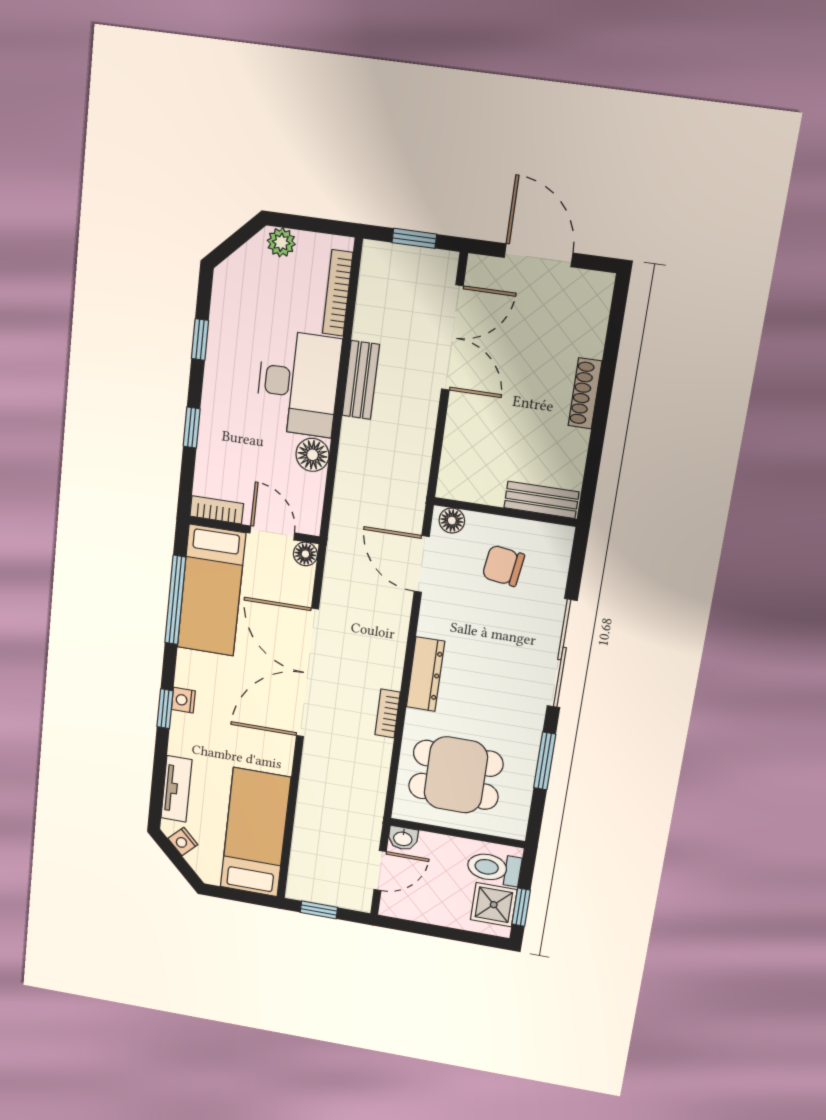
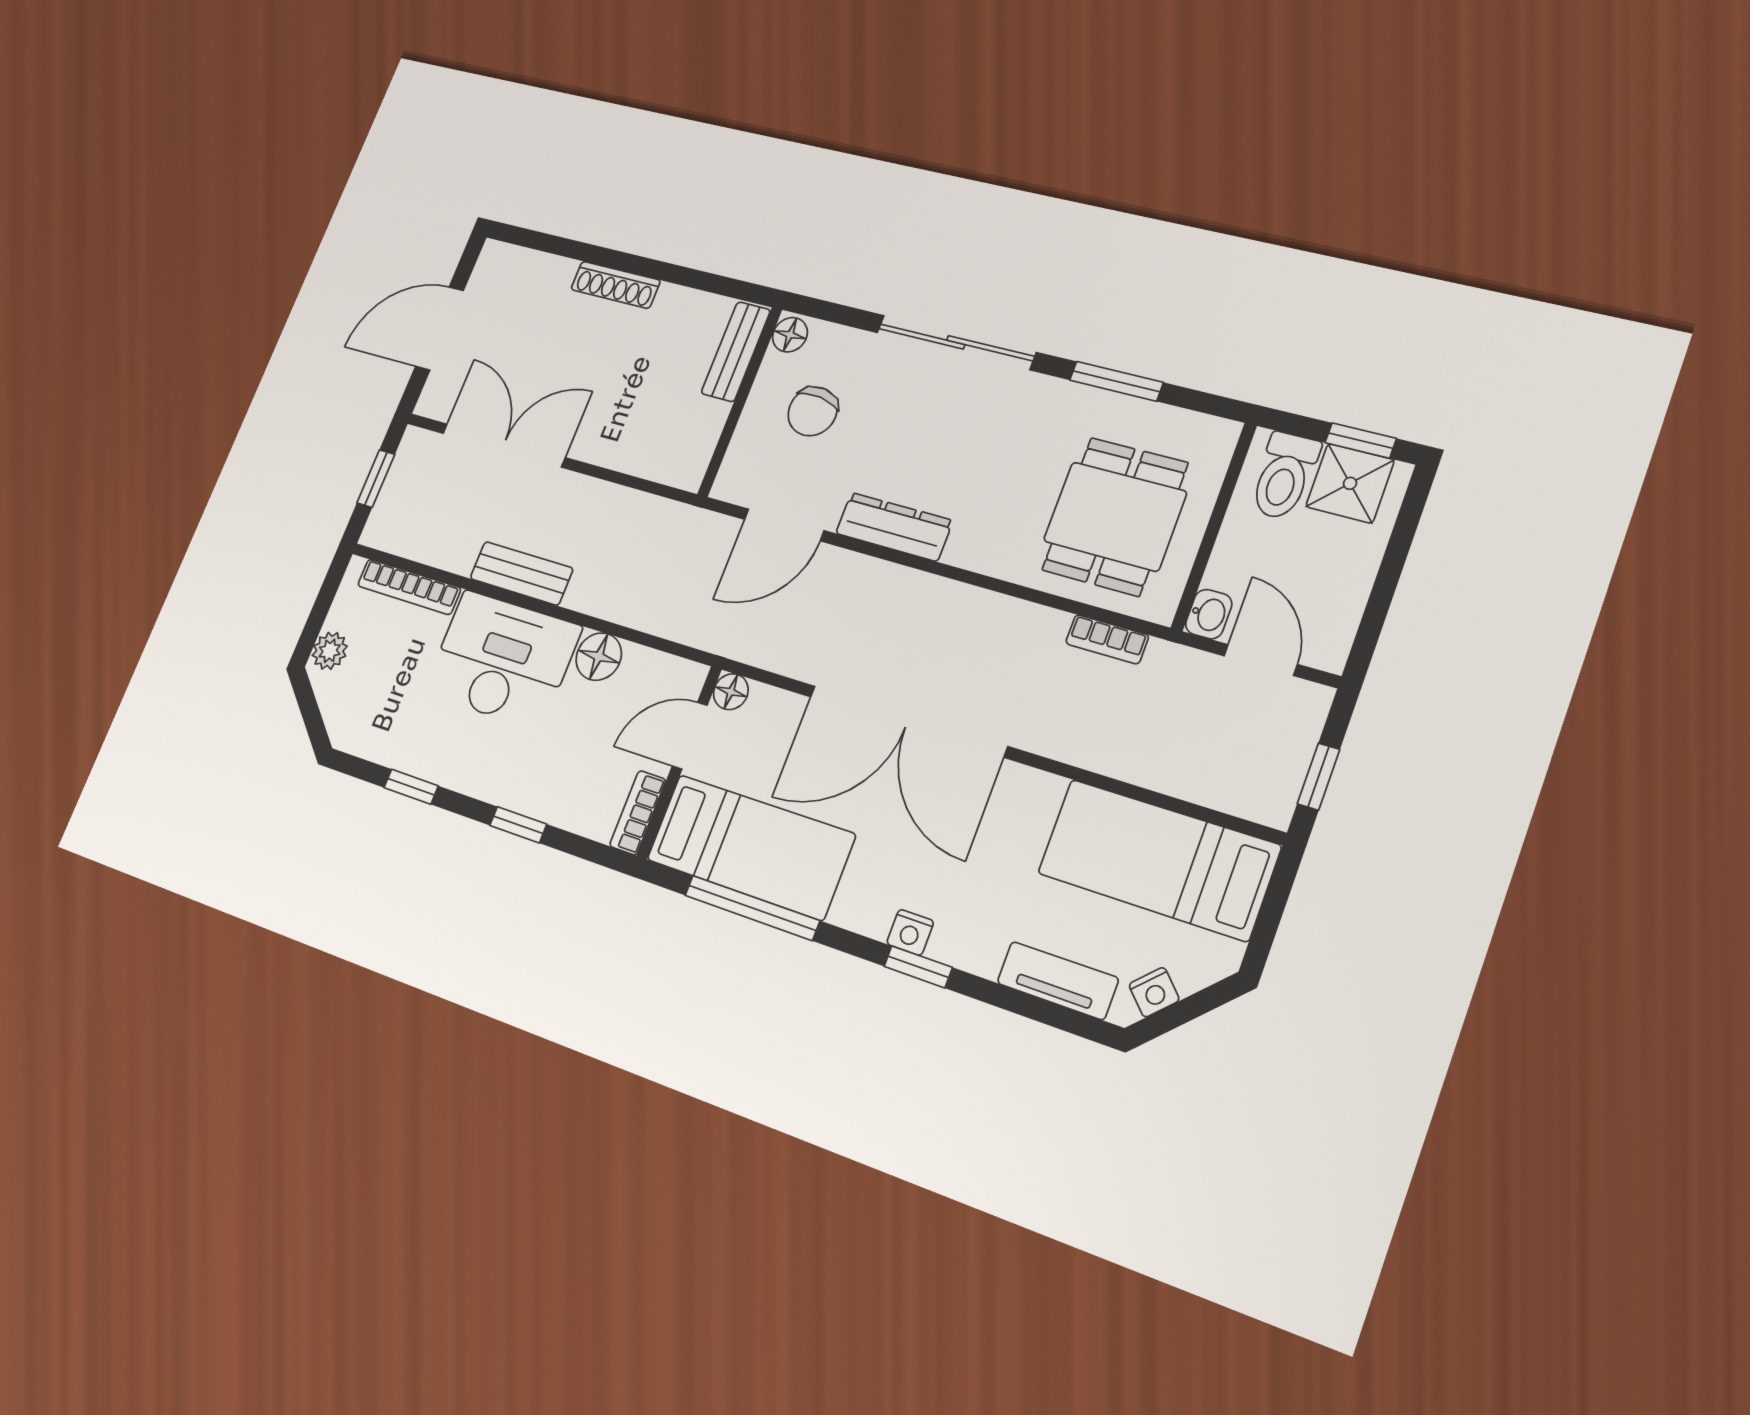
floor lamp: (452, 521) -> (790, 335), moved
dresser: (425, 674) -> (894, 527), moved
bookcase: (388, 713) -> (1107, 639), moved

